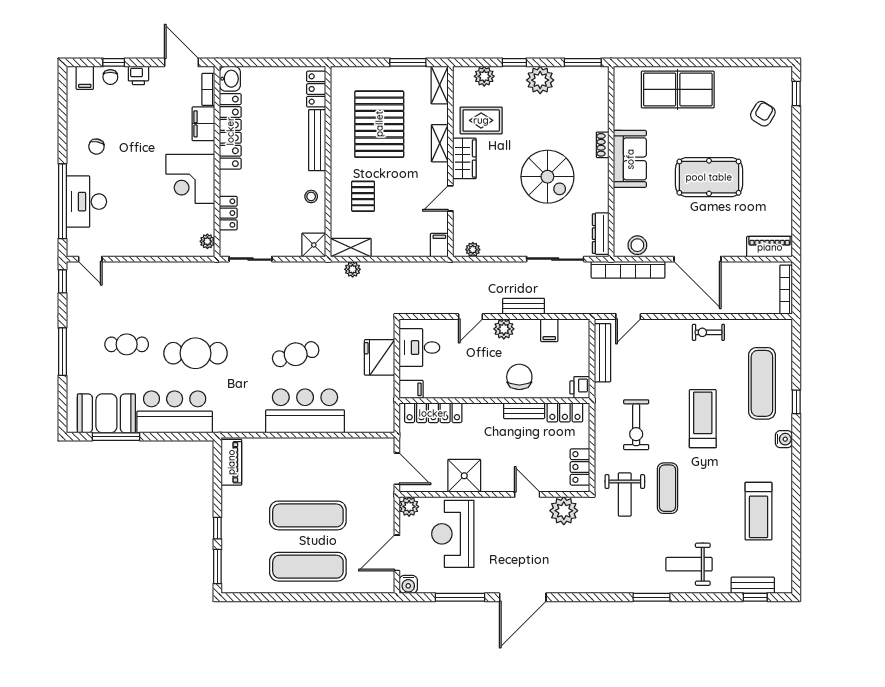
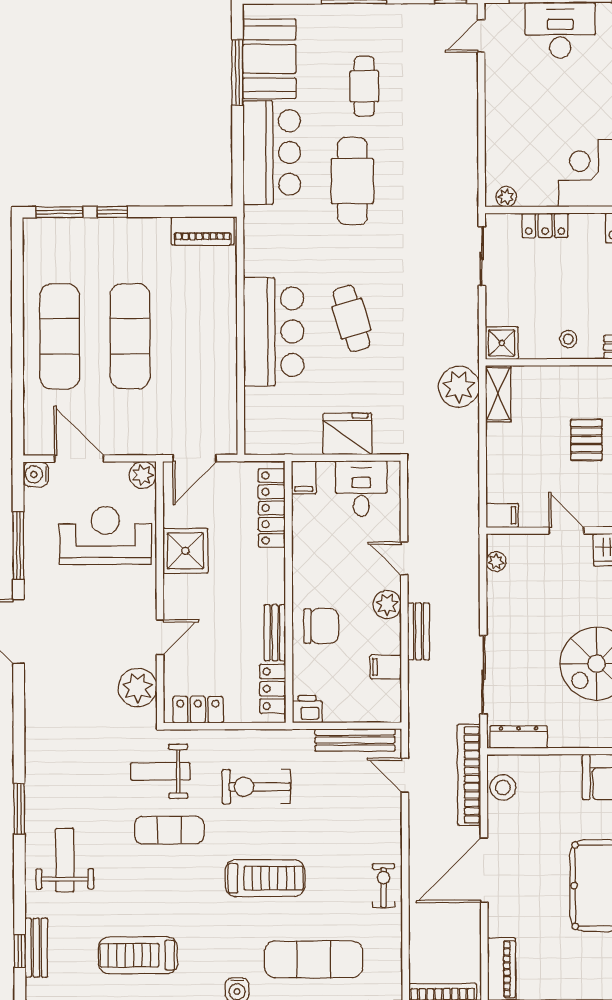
pallet: (363, 196) -> (586, 440), moved, turned 90
plant: (353, 269) -> (459, 387), width x1.88, depth x1.88

